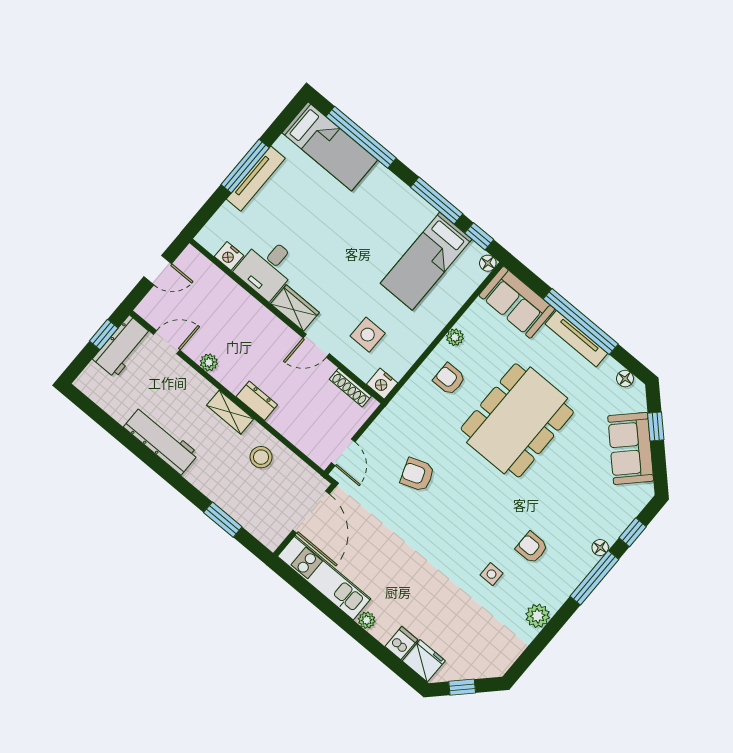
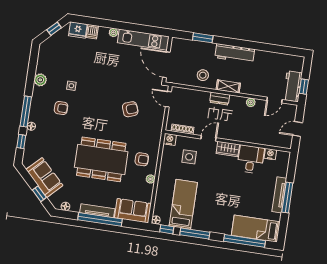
dining table: (517, 420) -> (101, 159), turned 90
workbench: (161, 440) -> (235, 53), moved

